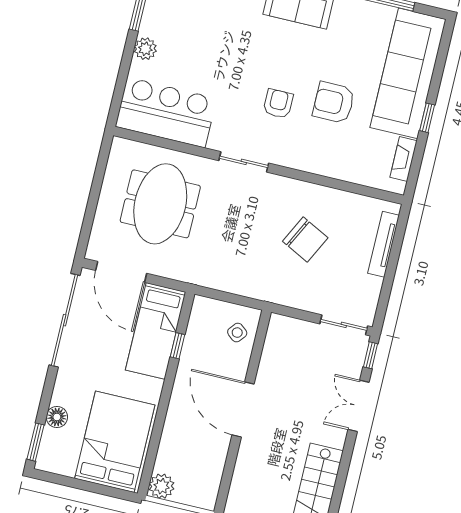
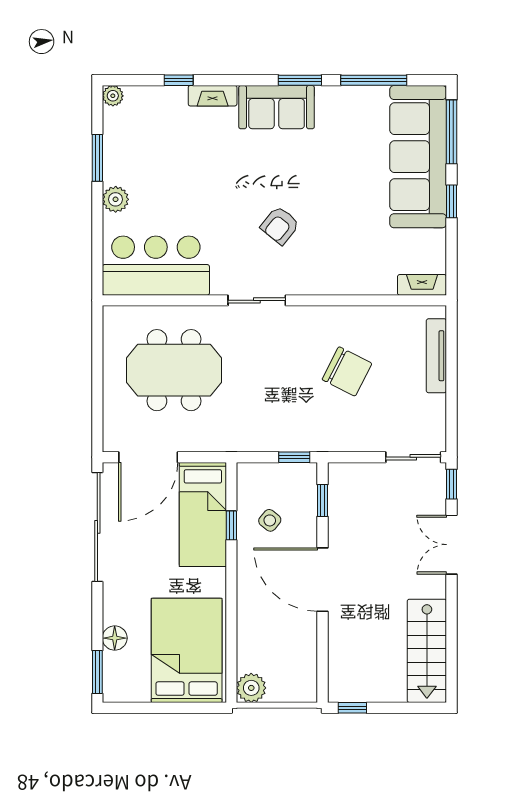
window: (441, 59) -> (452, 132), added
armchair: (334, 103) -> (342, 209), removed
armchair: (278, 104) -> (280, 225), turned -141
fireplace: (403, 159) -> (422, 285), moved, turned 90
meeting table: (160, 204) -> (174, 370), turned 90
door: (121, 272) -> (148, 457), hinge flipped
window: (244, 301) -> (294, 457), added
side table: (237, 333) -> (270, 520), moved
window: (259, 343) -> (322, 500), added

